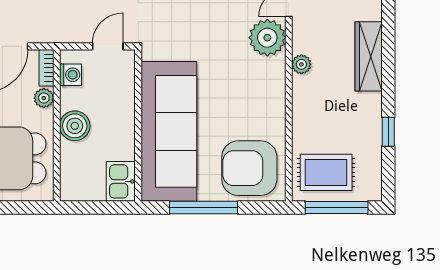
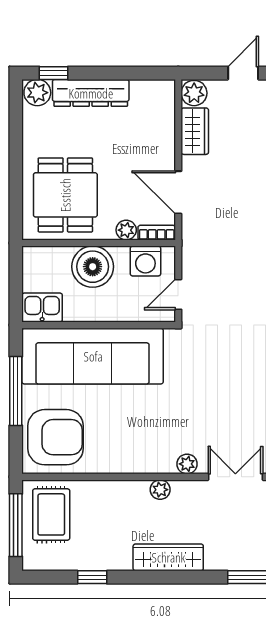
plant: (267, 38) -> (187, 464), width x0.53, depth x0.53
door: (108, 46) -> (178, 294), swing flipped
washing machine: (71, 75) -> (145, 261), width x1.38, depth x1.38
boiler: (75, 126) -> (93, 267), width x1.37, depth x1.37
armchair: (249, 168) -> (56, 437), turned 90

